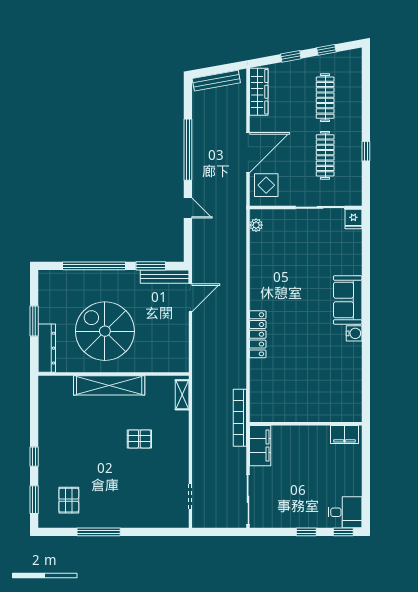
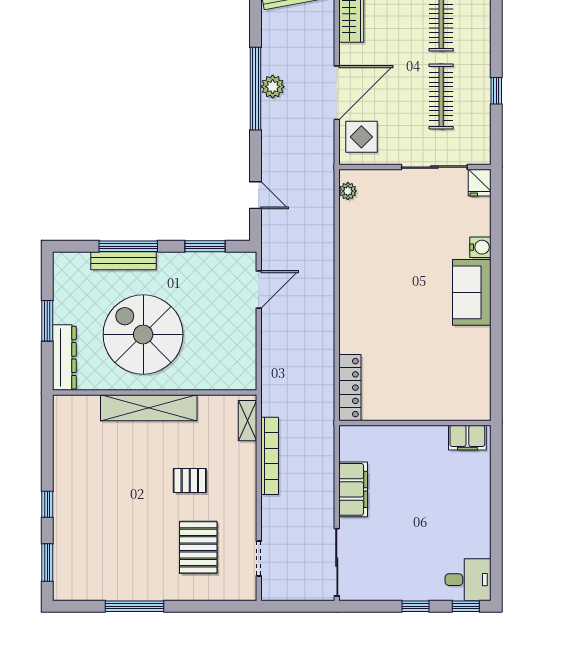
plant: (201, 148) -> (273, 87), added
door: (188, 208) -> (255, 195), moved
window: (94, 266) -> (128, 246), width x0.68
bench: (165, 277) -> (124, 261), moved
water cooler: (354, 333) -> (480, 247), moved
locker: (258, 334) -> (350, 388), moved
bookcase: (240, 418) -> (270, 456), moved, turned 180
wall: (306, 424) -> (415, 423), moved
filing cabinet: (344, 434) -> (467, 438), moved
pallet: (69, 500) -> (198, 547), moved, width x1.50, depth x1.42

